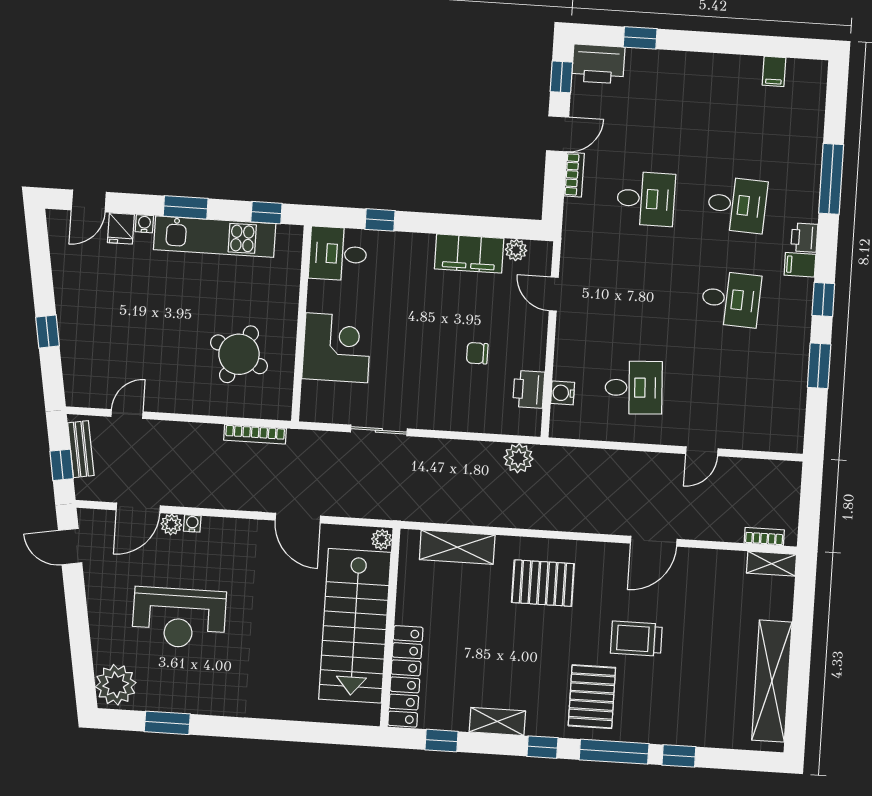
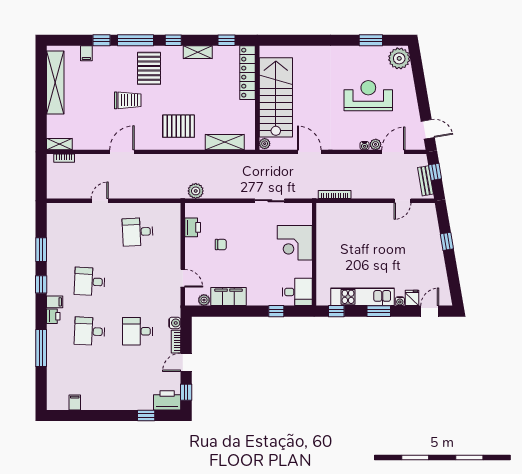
round table: (239, 354) -> (346, 236), removed
water cooler: (563, 393) -> (175, 323), moved
filing cabinet: (709, 733) -> (86, 53), added

